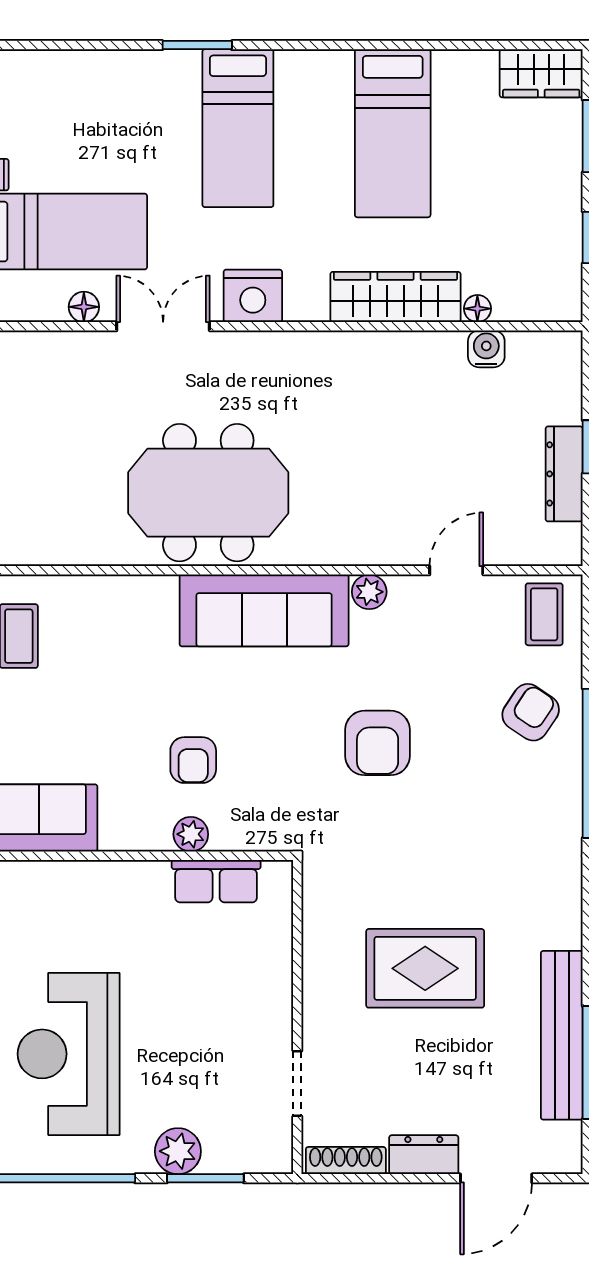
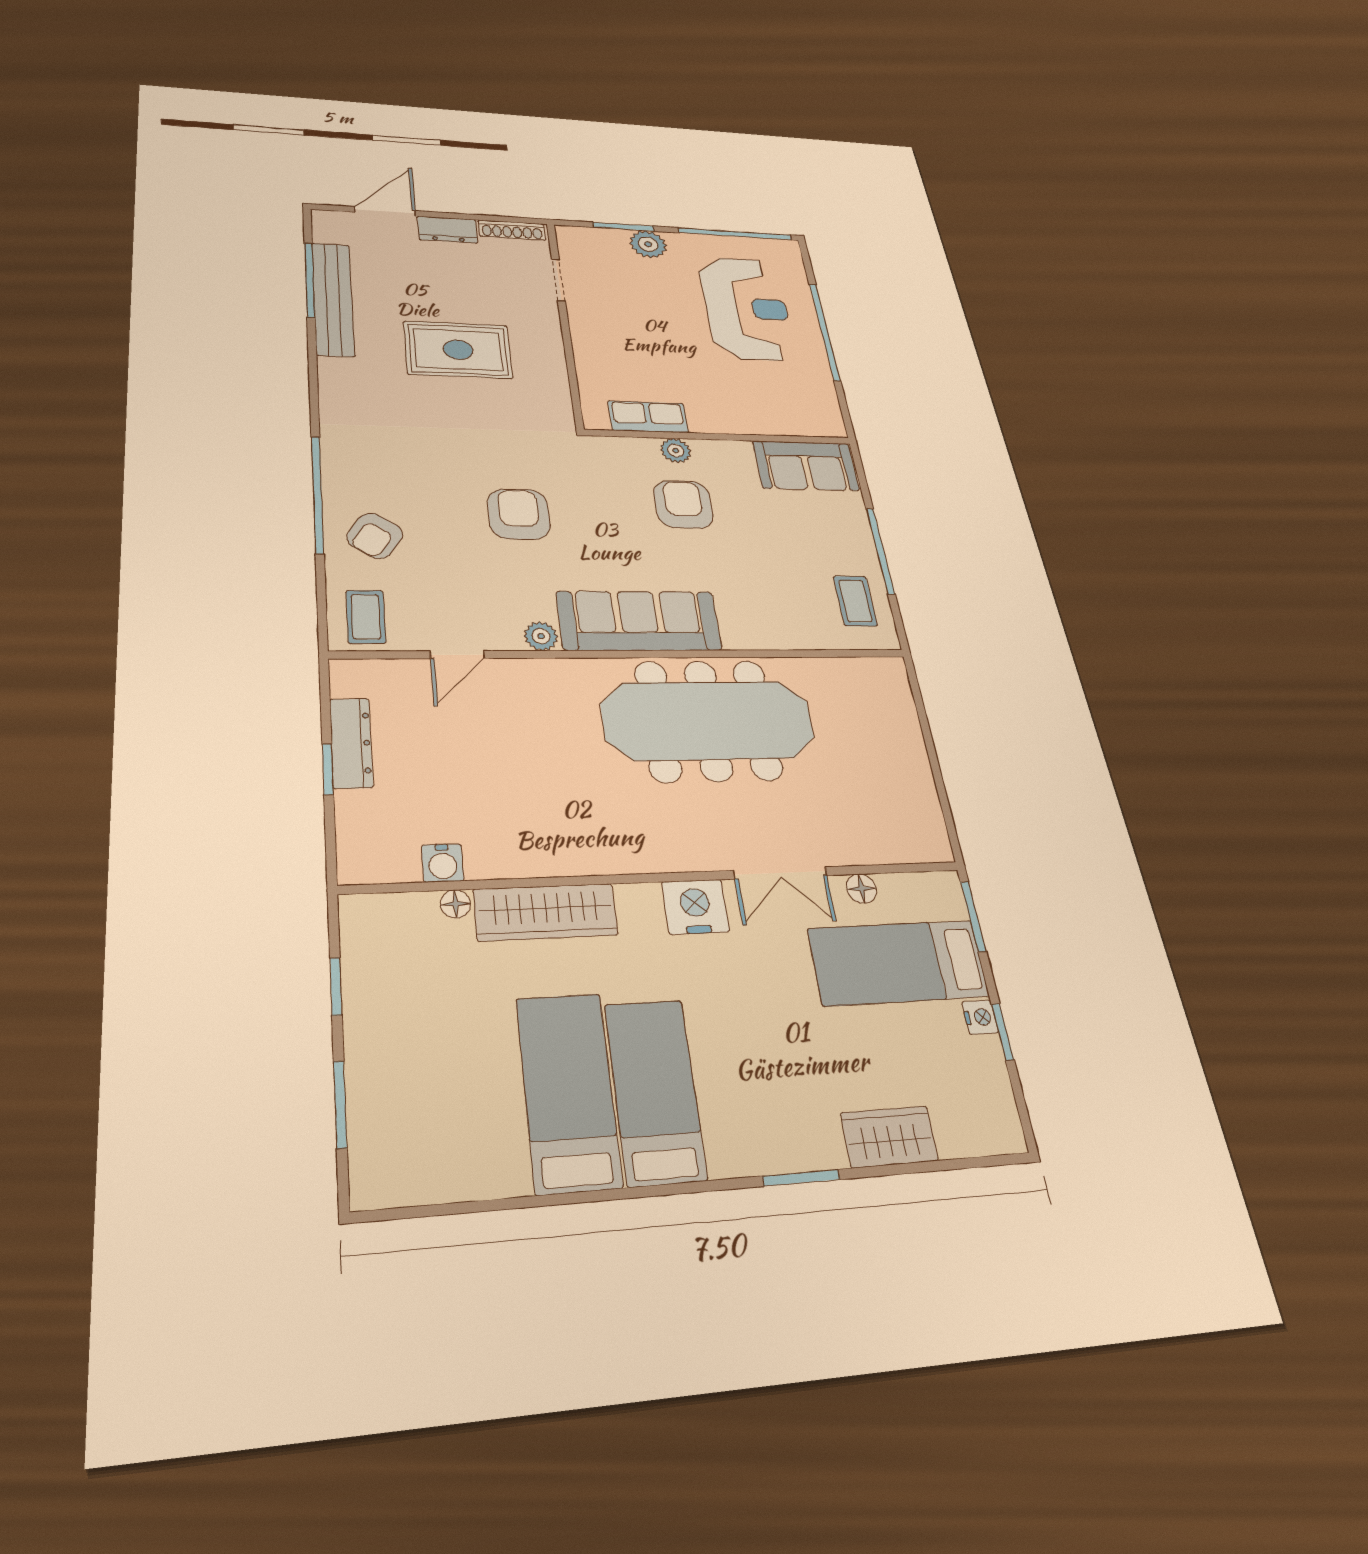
wardrobe: (541, 73) -> (889, 1137), moved
bed: (238, 128) -> (655, 1091), moved
meeting table: (208, 493) -> (708, 720), width x1.36
armchair: (193, 760) -> (683, 504), width x1.38, depth x1.38

